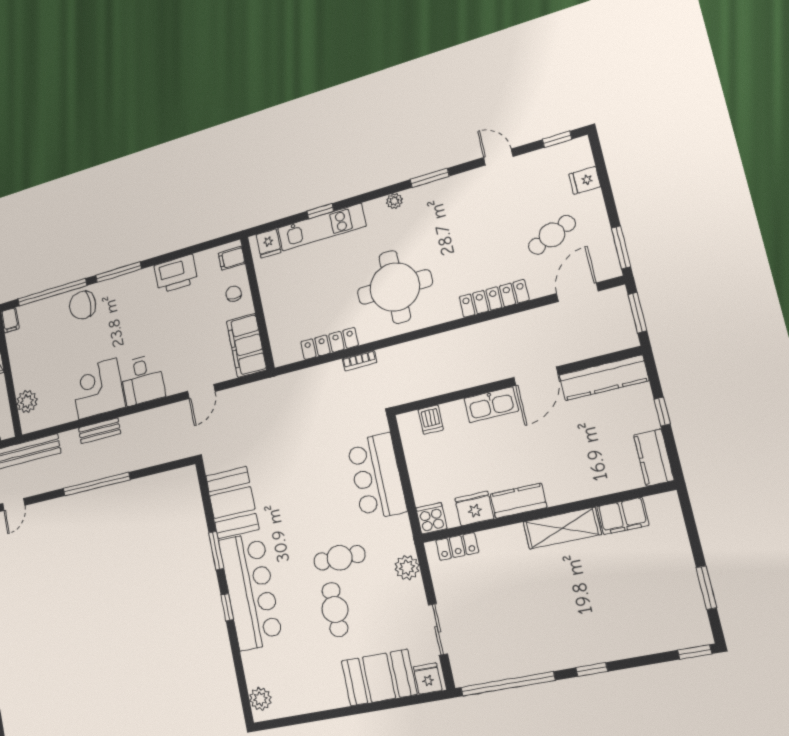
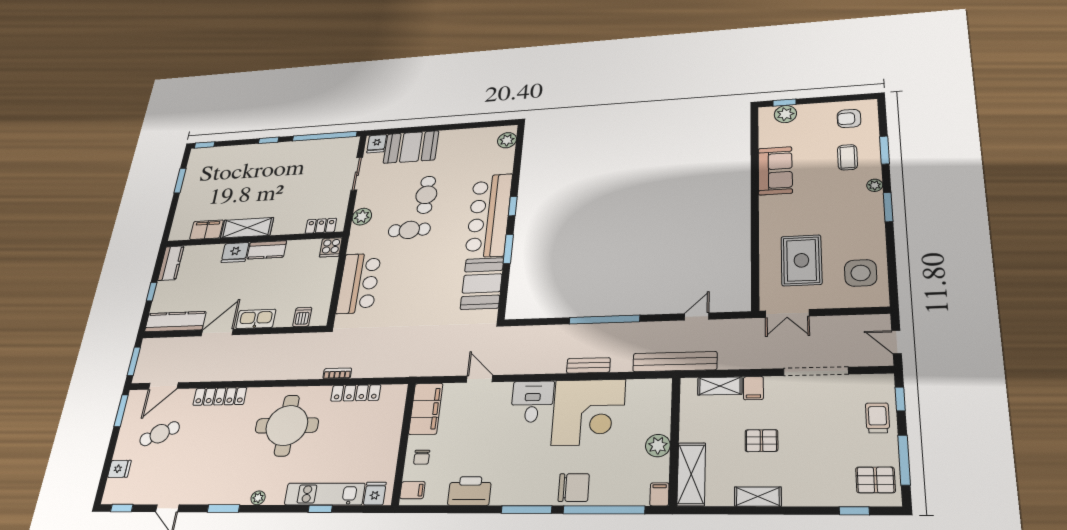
corner desk: (98, 389) -> (589, 412), width x1.36, depth x1.36
door: (201, 391) -> (480, 379), hinge flipped
plant: (27, 401) -> (658, 446), moved
fridge: (474, 508) -> (235, 253), moved

